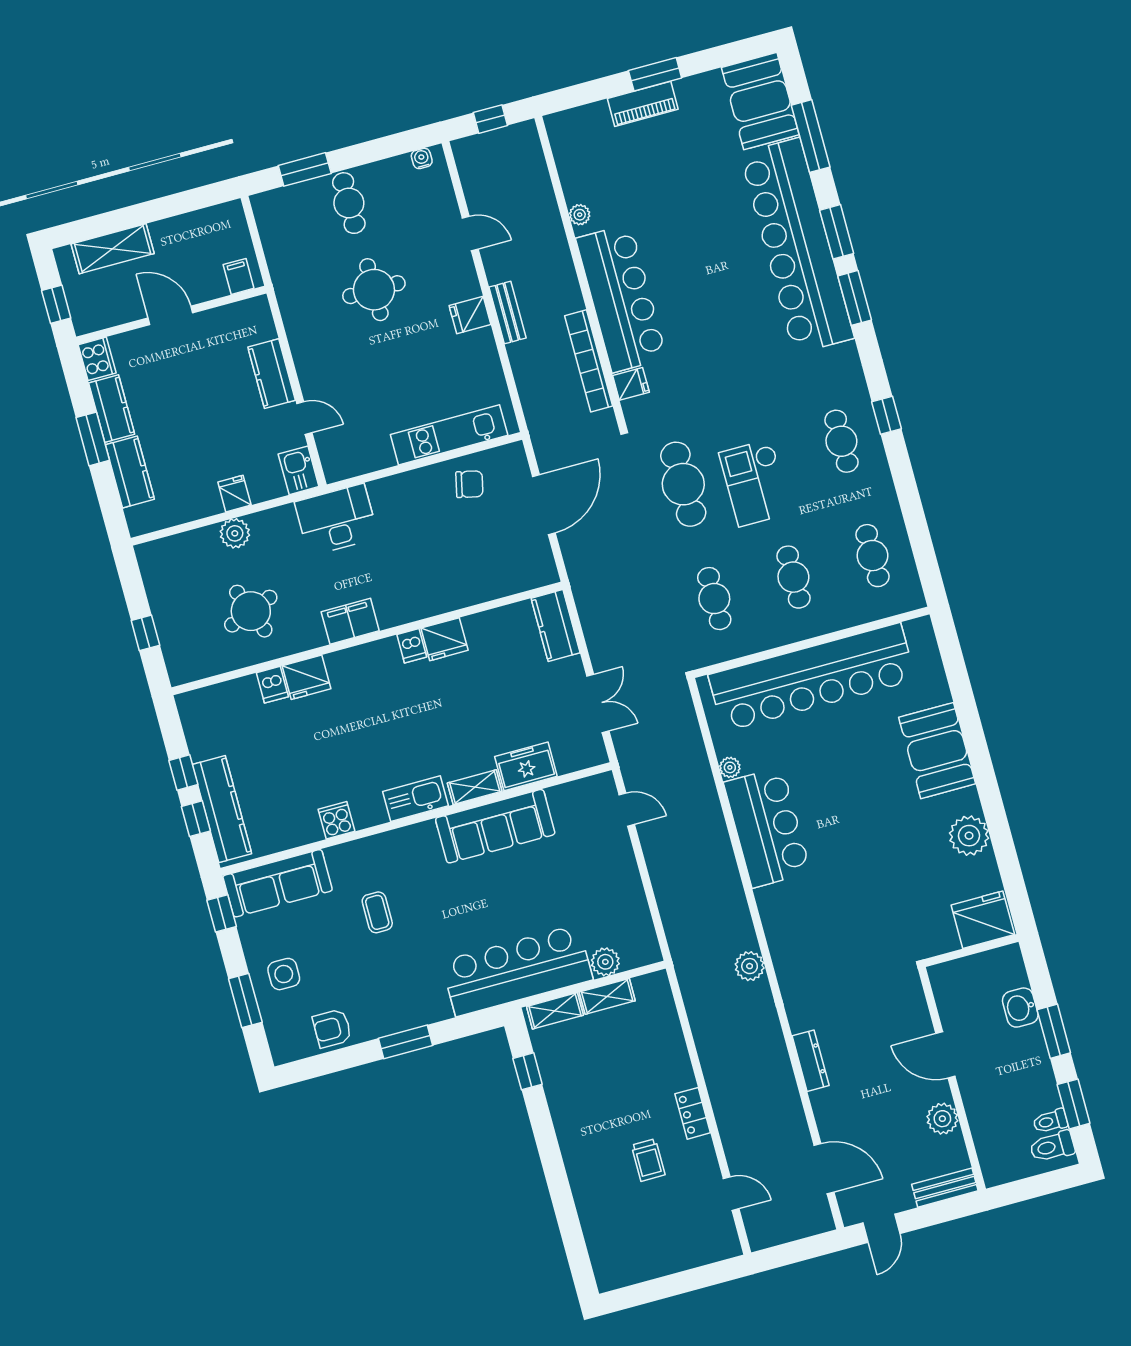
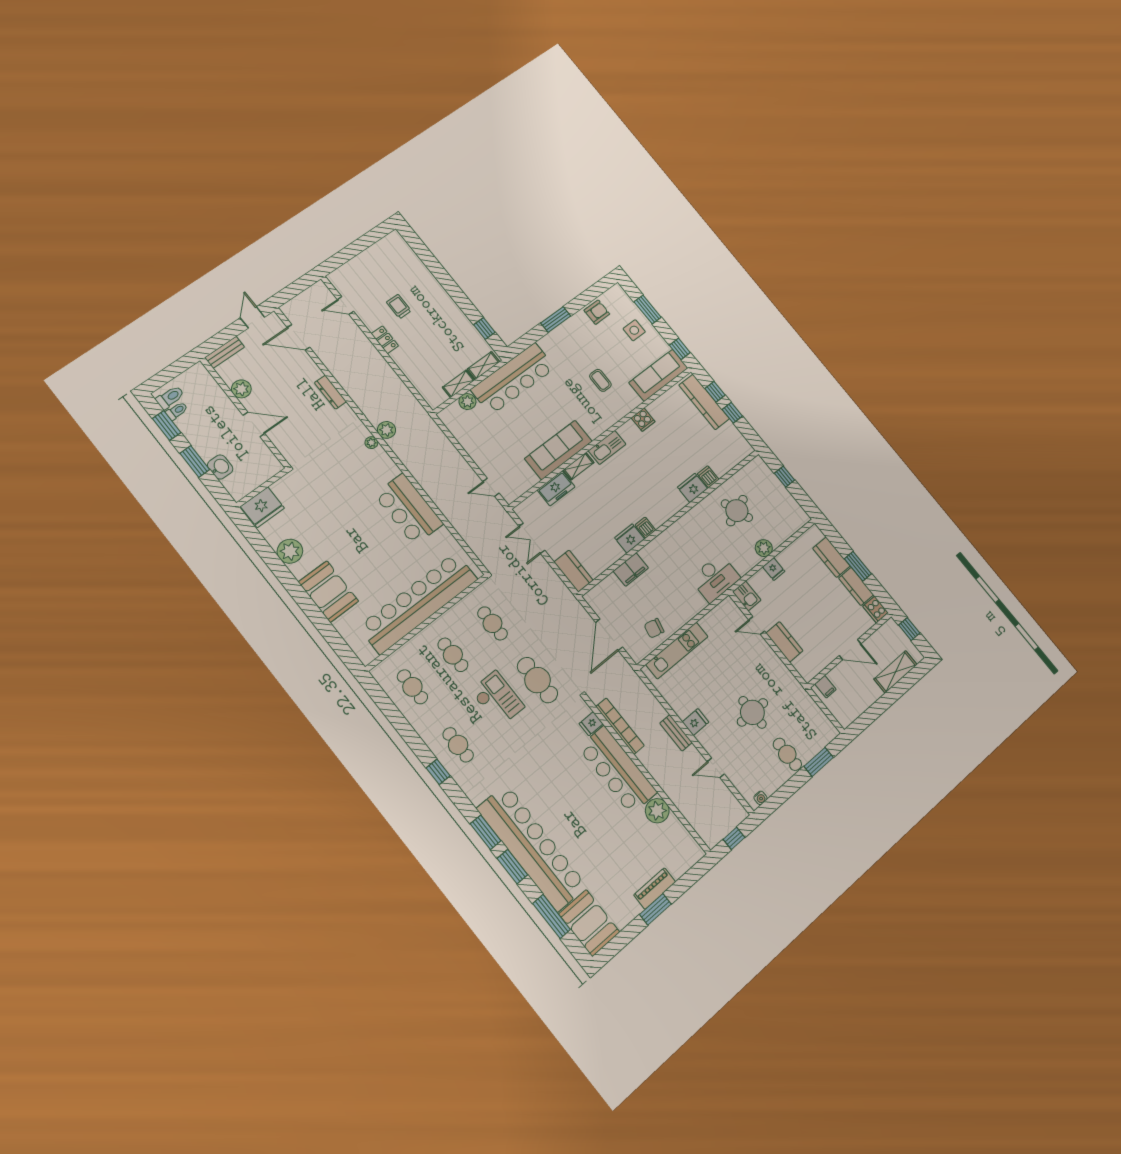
plant: (580, 215) -> (657, 811), width x1.87, depth x1.87
filing cabinet: (350, 621) -> (631, 569), moved
plant: (730, 767) -> (371, 443), moved

